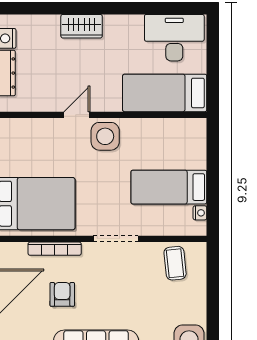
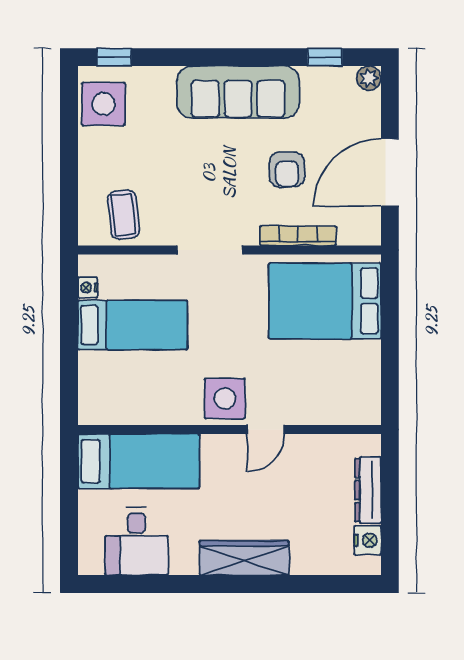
wardrobe: (82, 26) -> (244, 558), width x1.50
desk: (174, 38) -> (136, 541), width x0.73

